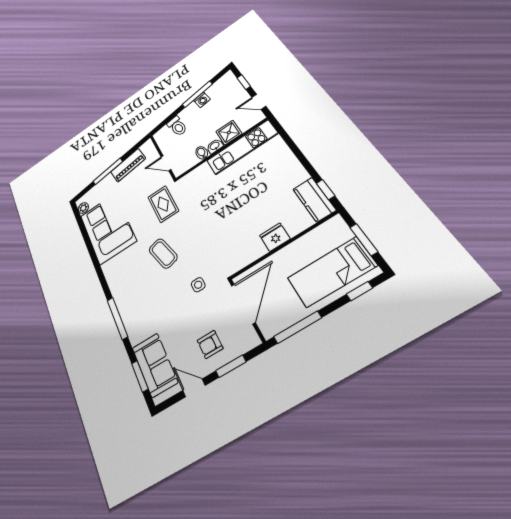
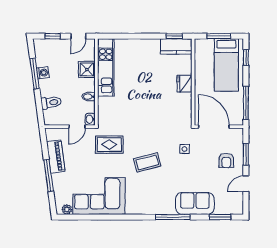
washbasin: (215, 146) -> (90, 119), moved
sofa: (155, 365) -> (195, 203), moved

